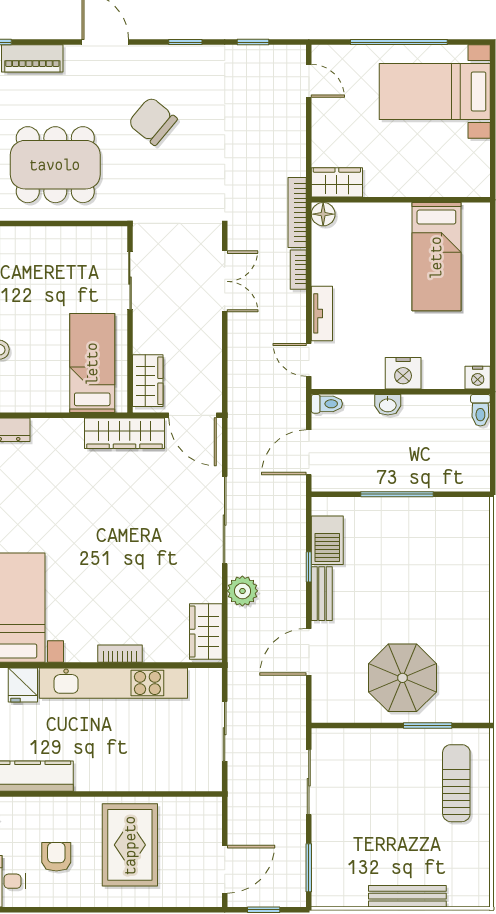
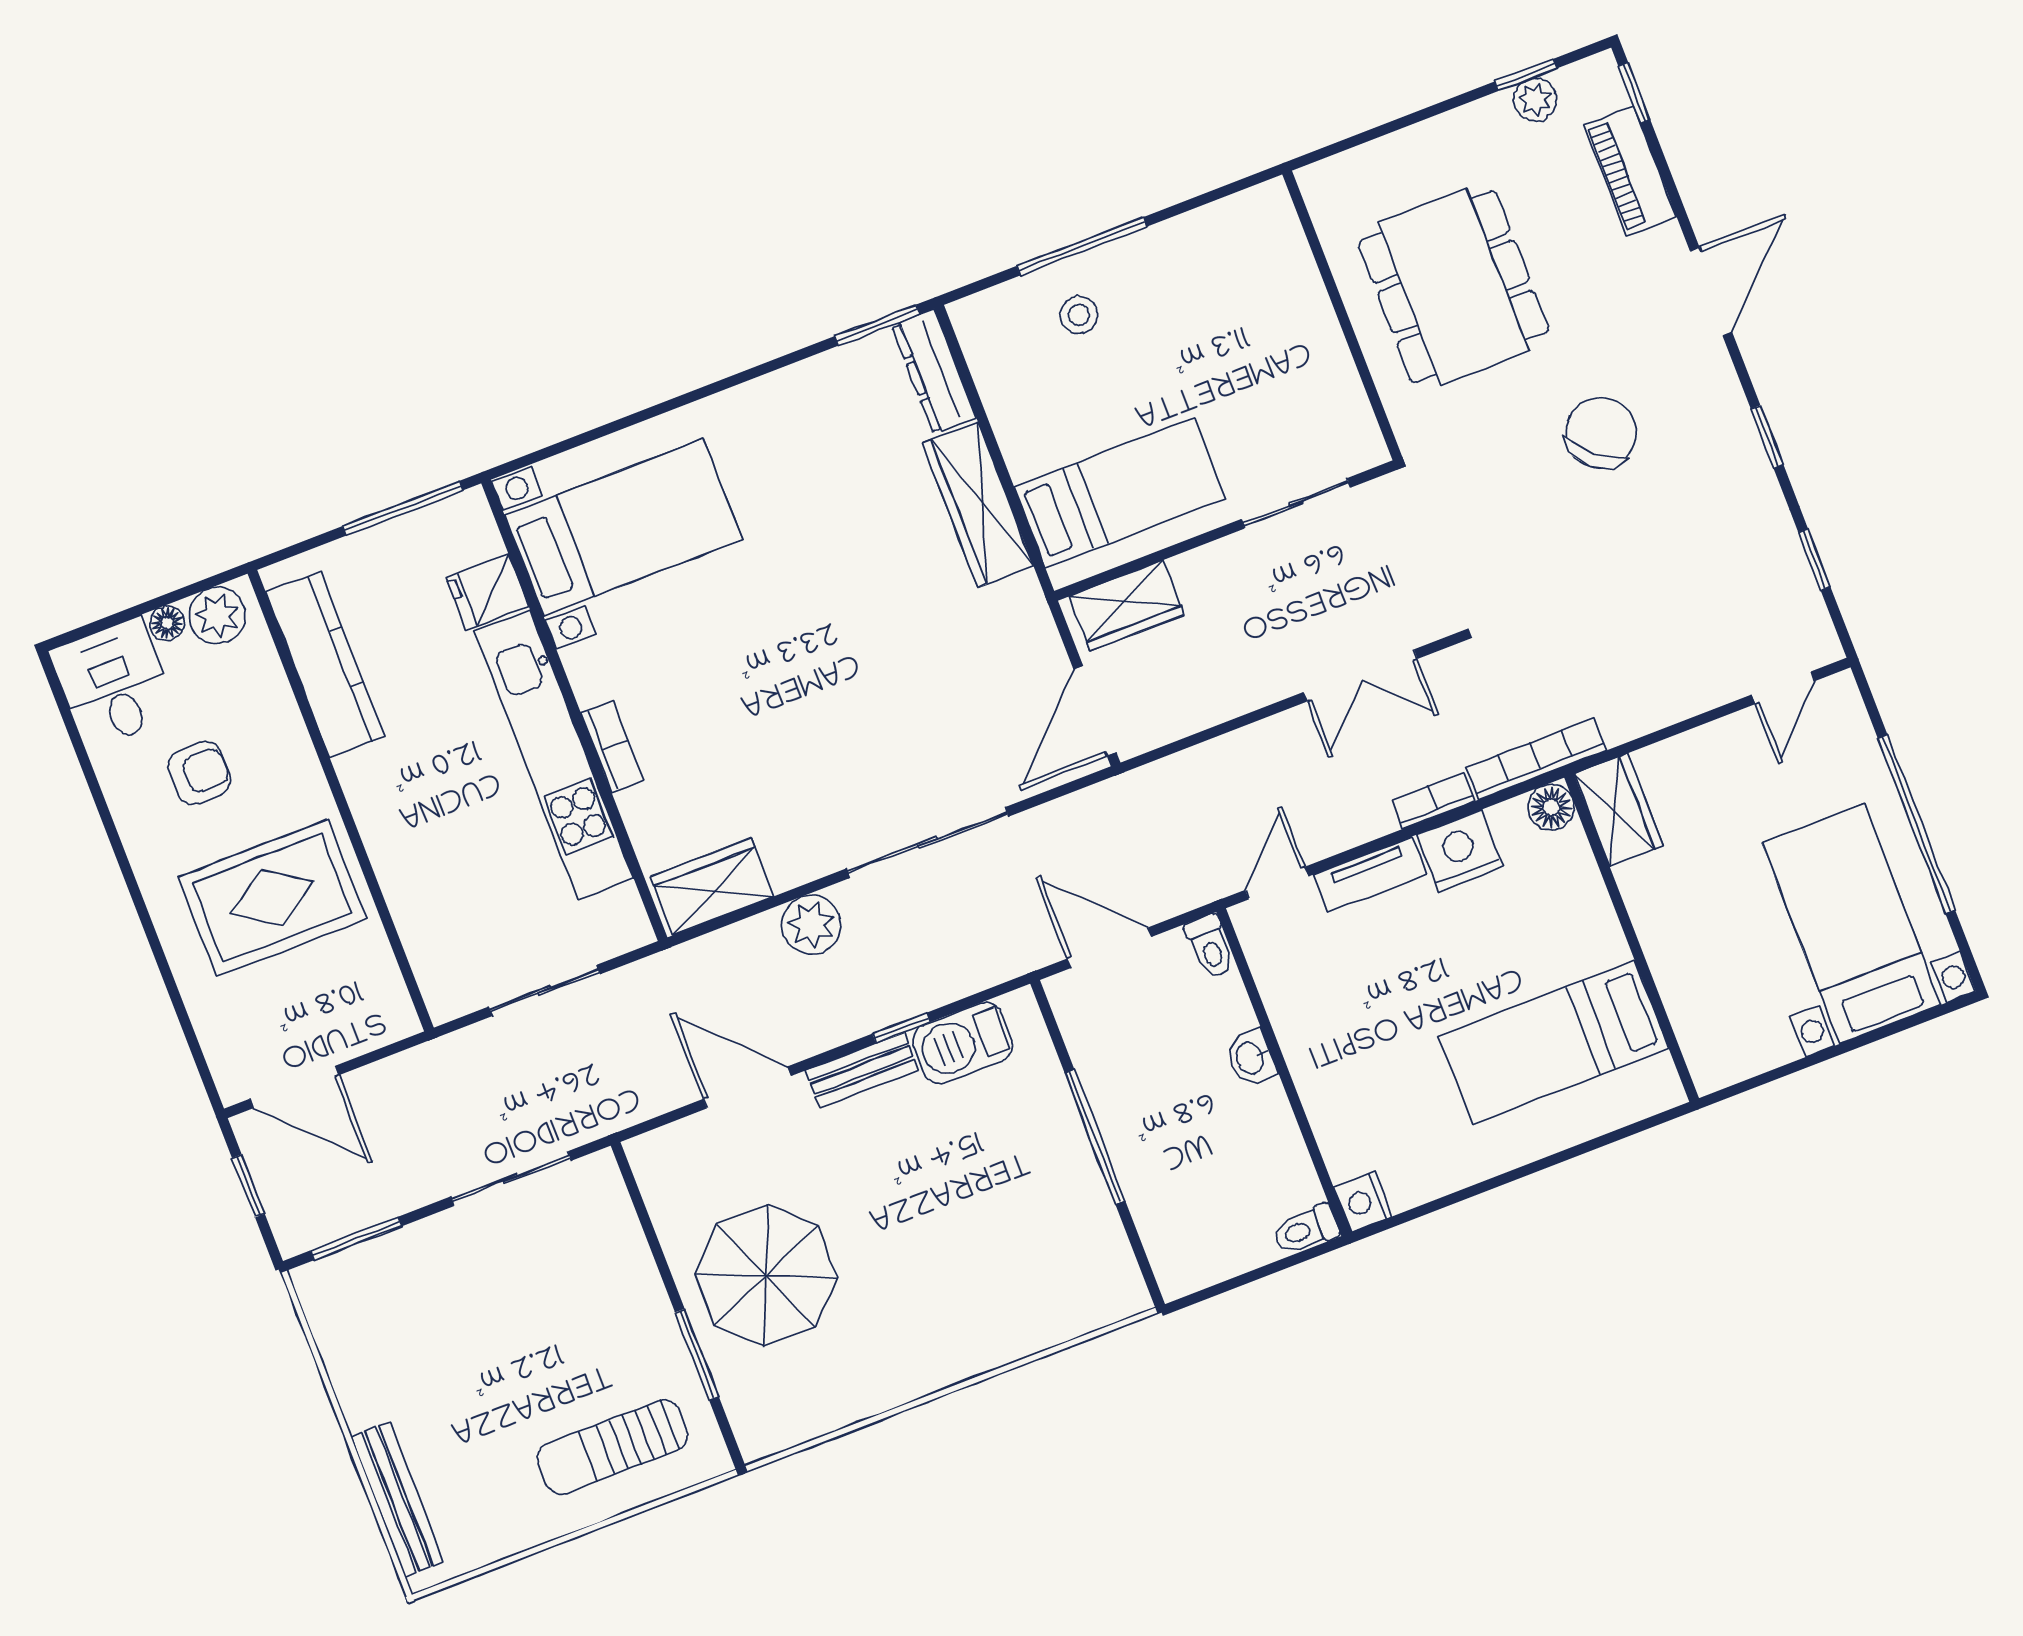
nightstand: (403, 373) -> (1460, 851), moved, turned 90
wardrobe: (124, 433) -> (978, 505), moved
sun lounger: (456, 783) -> (613, 1447), turned 180
bench: (407, 896) -> (397, 1499), moved

